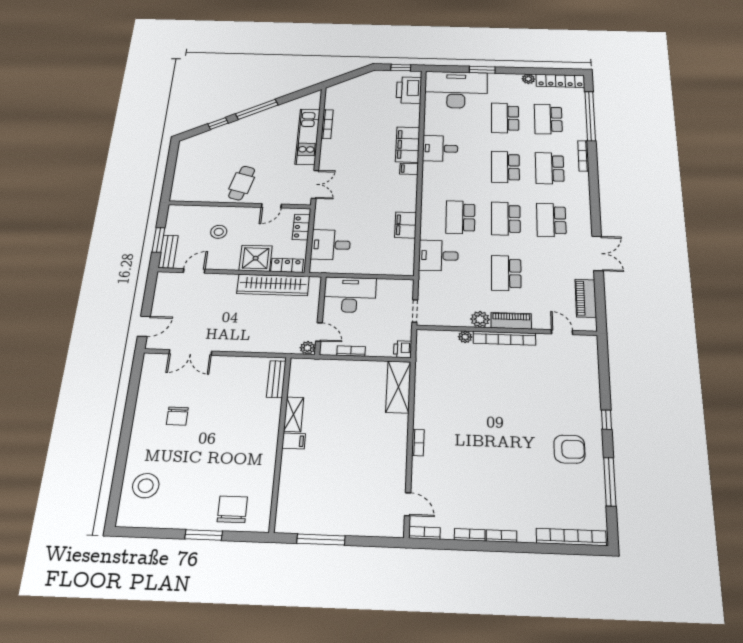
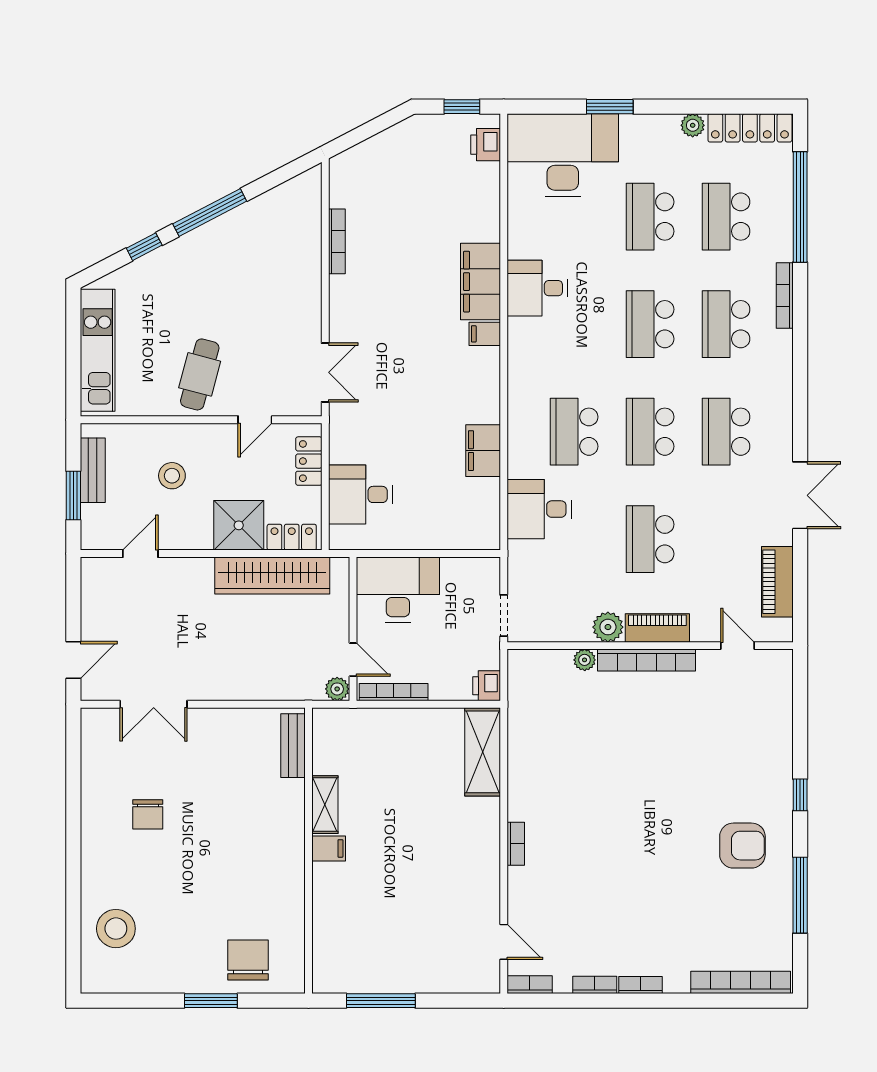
printer: (409, 90) -> (486, 145), width x0.53, depth x0.68
kitchen unit: (308, 137) -> (98, 350), moved, turned 180
bench: (168, 252) -> (93, 470), moved
bookcase: (351, 351) -> (394, 692), width x1.56

